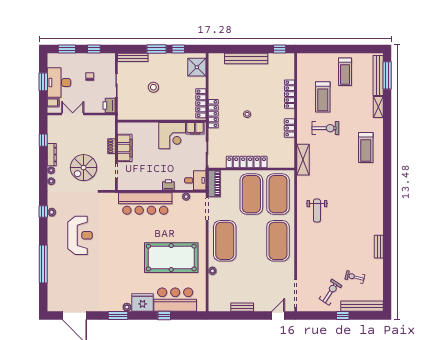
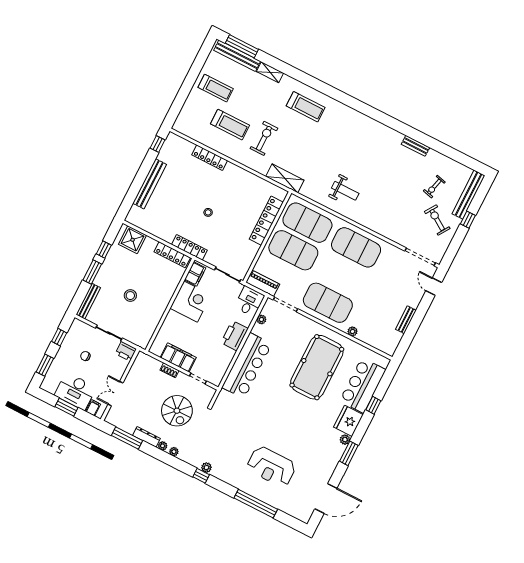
locker: (289, 128) -> (245, 176), removed
window: (43, 140) -> (127, 438), width x2.17
locker: (247, 162) -> (266, 221), moved
printer: (168, 185) -> (235, 336), width x1.87, depth x1.48
reception desk: (80, 235) -> (271, 467), moved, turned 180

